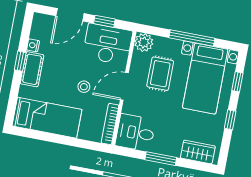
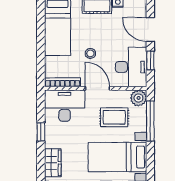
window: (192, 38) -> (150, 121), moved
desk: (135, 133) -> (65, 106), width x1.37
window: (161, 159) -> (41, 132), width x0.67

